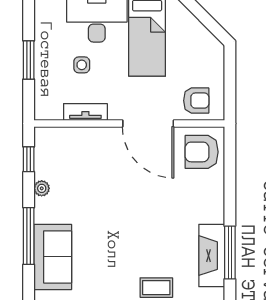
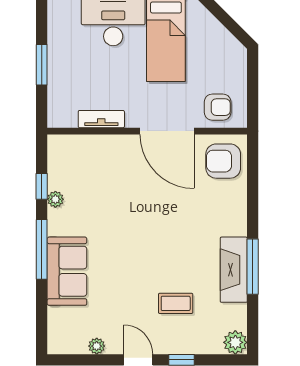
side table: (82, 65) -> (97, 70), removed
window: (29, 159) -> (42, 186), moved

